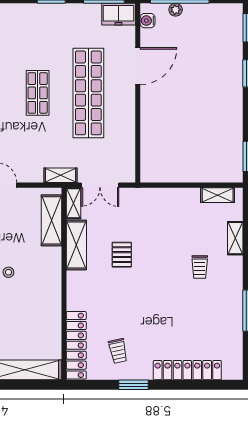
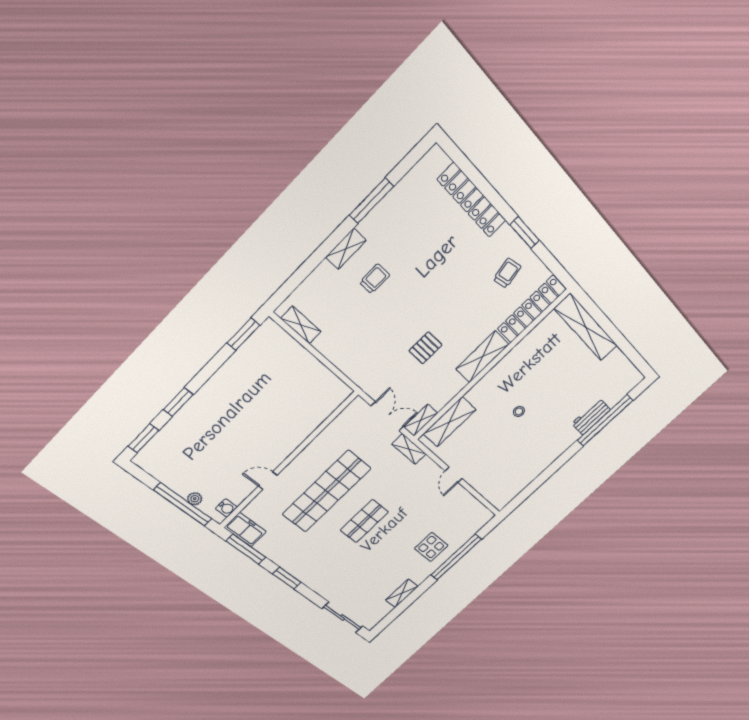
door: (138, 66) -> (268, 481), width x0.53
shelving: (235, 238) -> (346, 249), moved
shelving: (76, 245) -> (482, 357), moved

